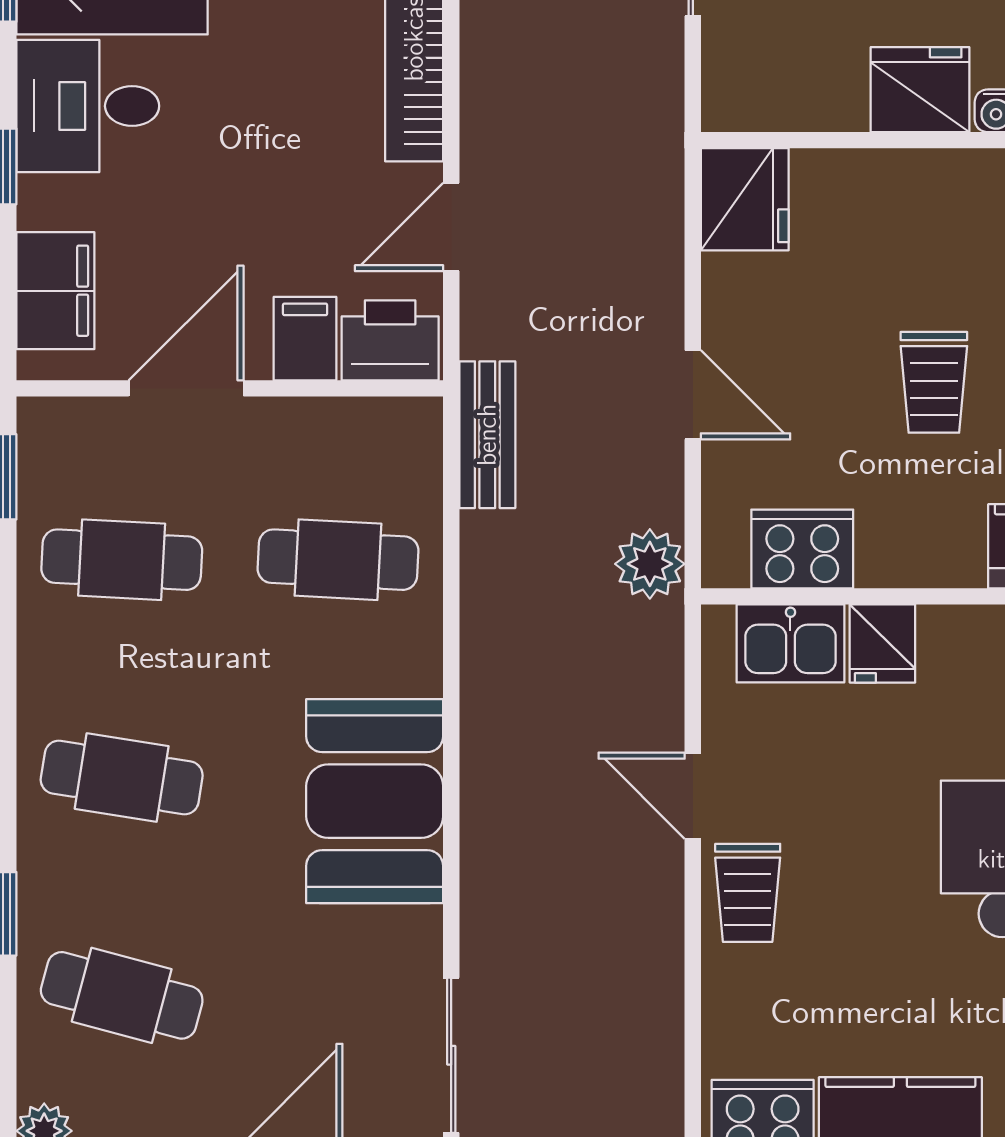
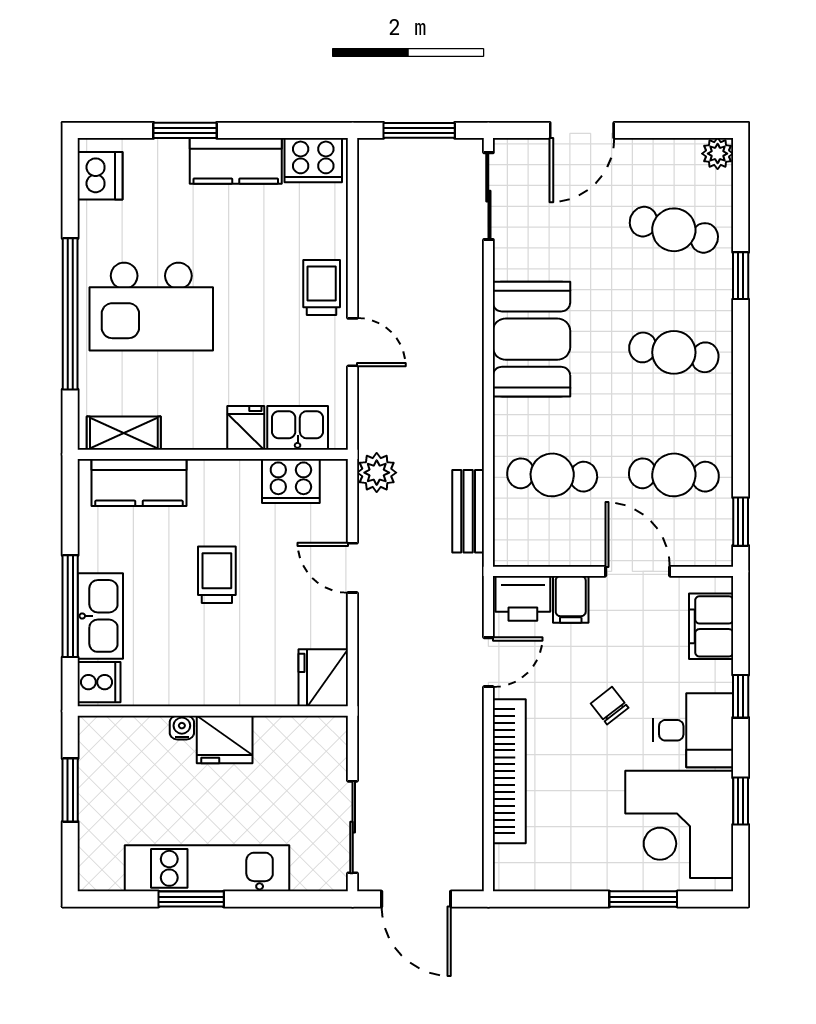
chair: (236, 150) -> (610, 706), added
door: (186, 388) -> (638, 571), swing flipped
bench: (487, 435) -> (468, 511), moved

